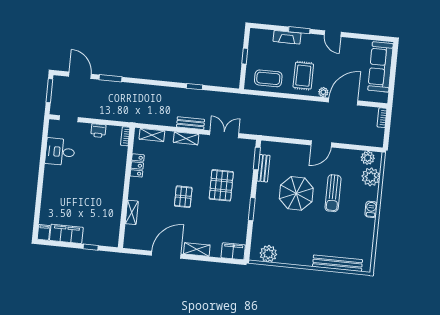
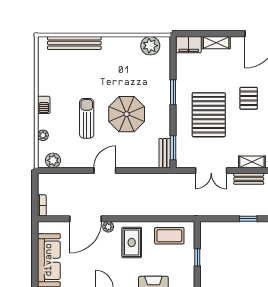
bench: (264, 168) -> (165, 153), moved
plant: (371, 177) -> (43, 135), width x0.53, depth x0.53
pallet: (221, 185) -> (209, 115), width x1.37, depth x1.41
shelving: (197, 249) -> (216, 43), moved

